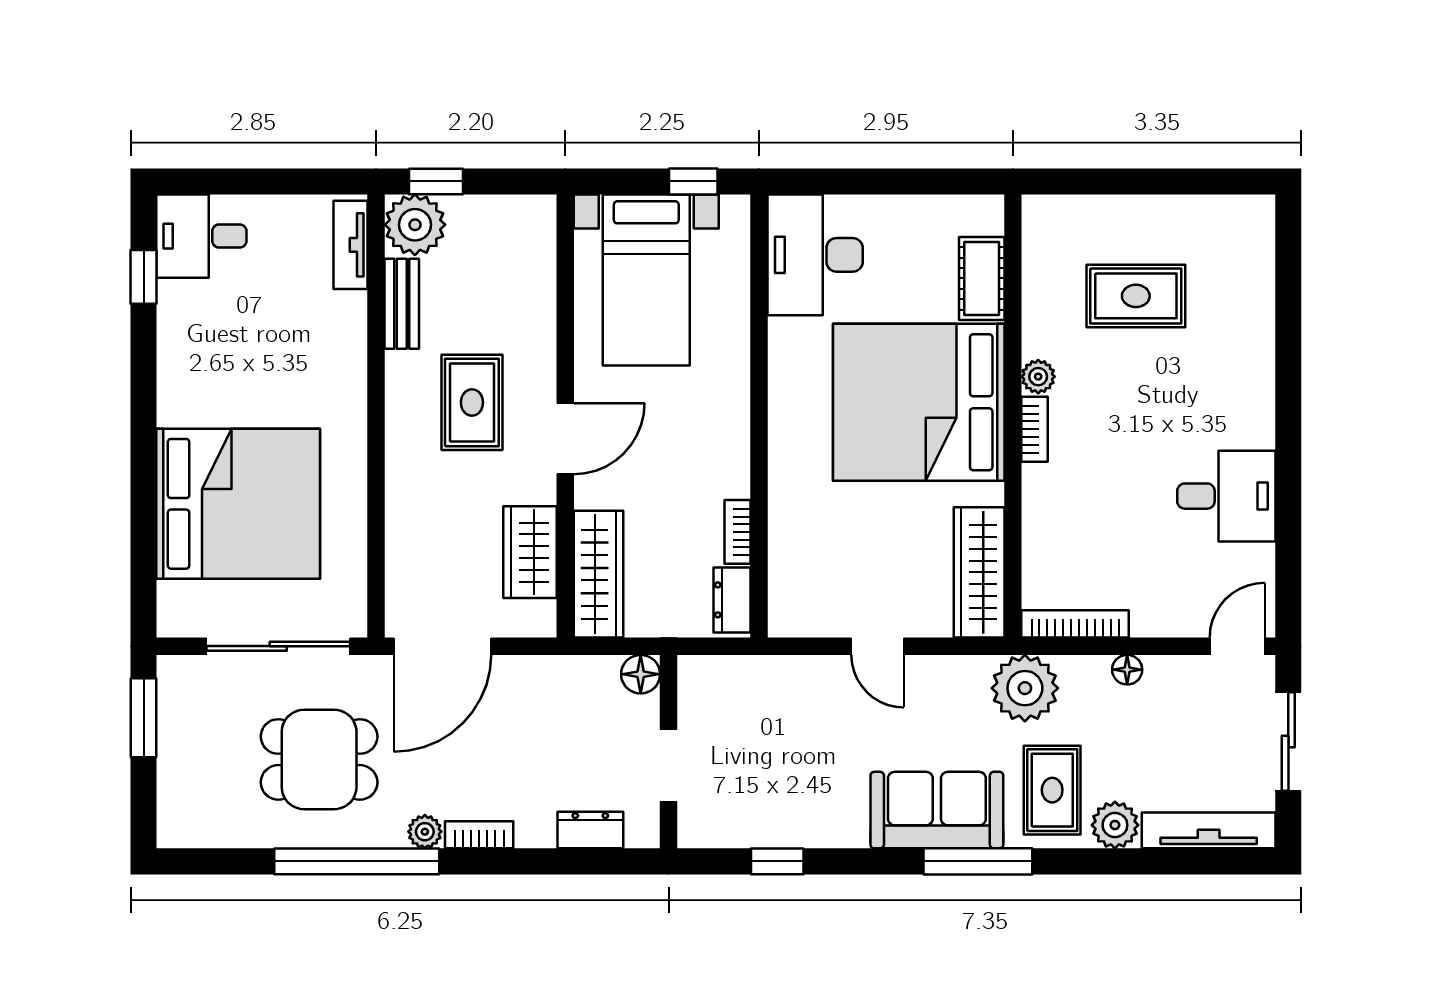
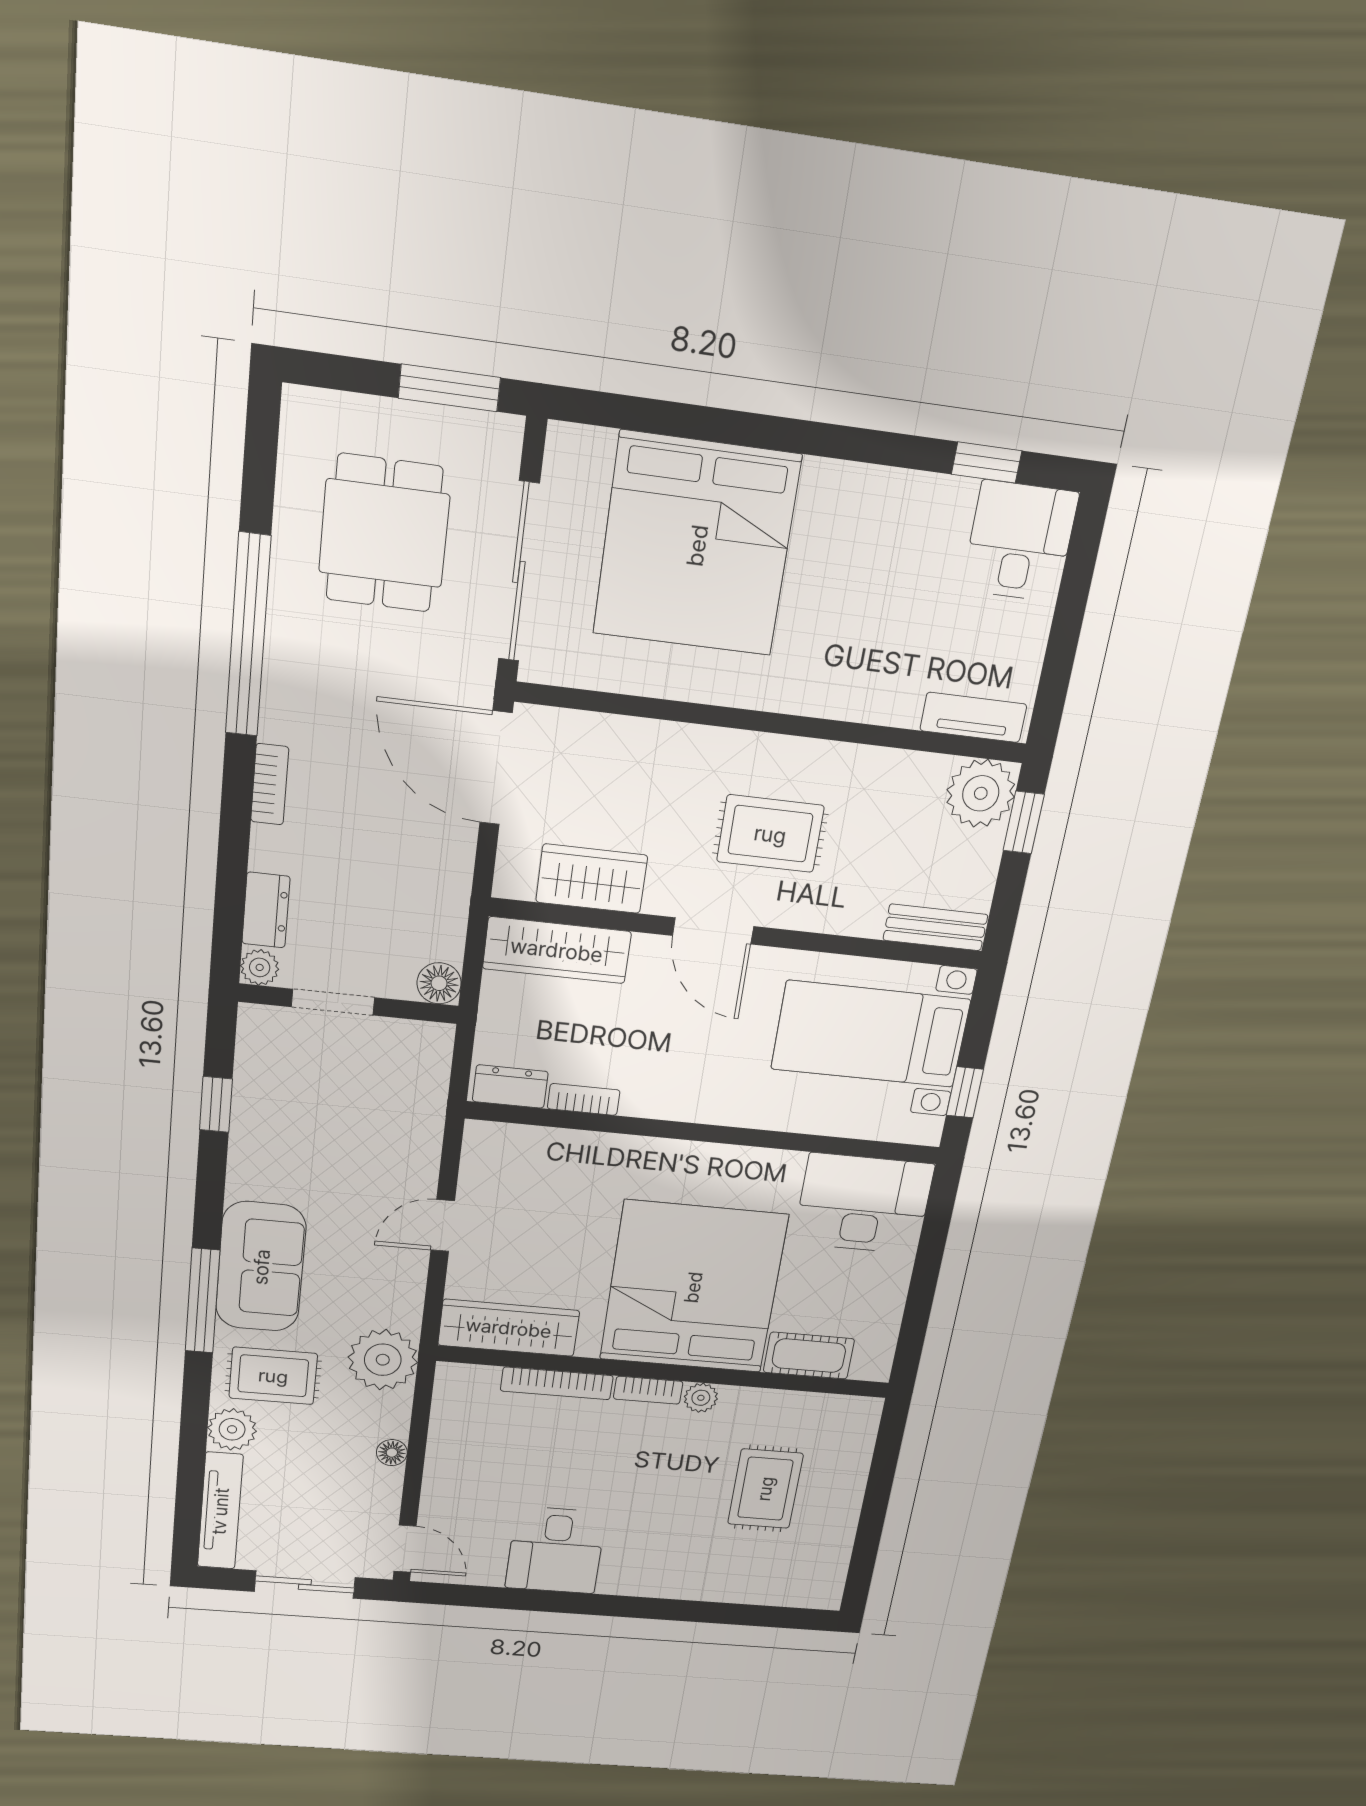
bench: (402, 304) -> (935, 927), moved
bookcase: (1075, 624) -> (557, 1383), moved, turned 90
dining table: (319, 759) -> (384, 533), moved
plant: (425, 832) -> (260, 967), moved

